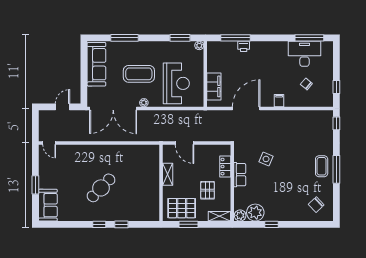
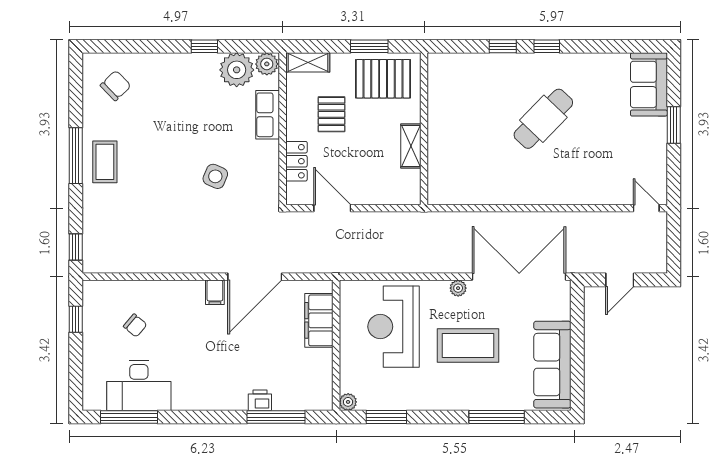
filing cabinet: (279, 101) -> (215, 292), moved
door: (185, 143) -> (332, 208), moved
row of seats: (240, 175) -> (268, 115), moved

